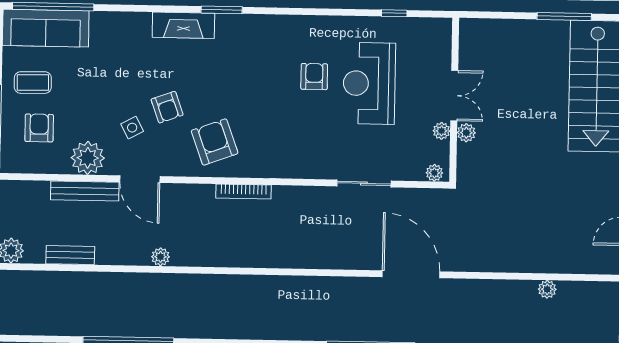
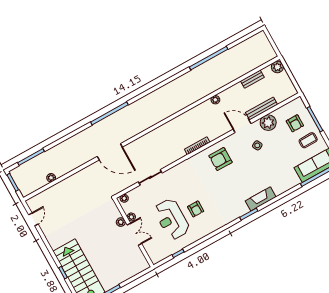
reception desk: (369, 83) -> (172, 219), turned 180
double door: (454, 96) -> (134, 234), swing flipped
armchair: (167, 107) -> (248, 162), removed
armchair: (215, 142) -> (221, 159), turned 110

